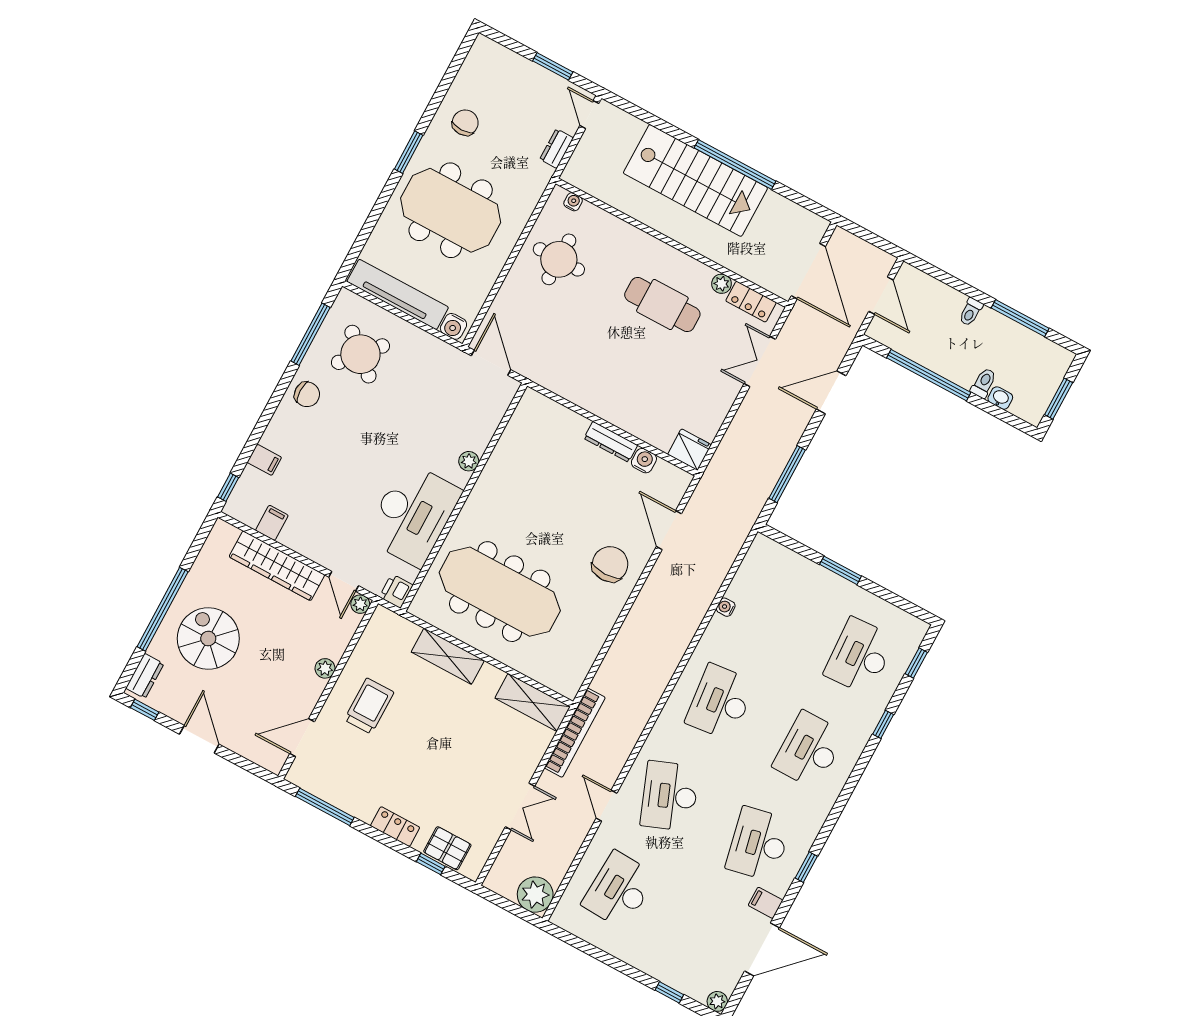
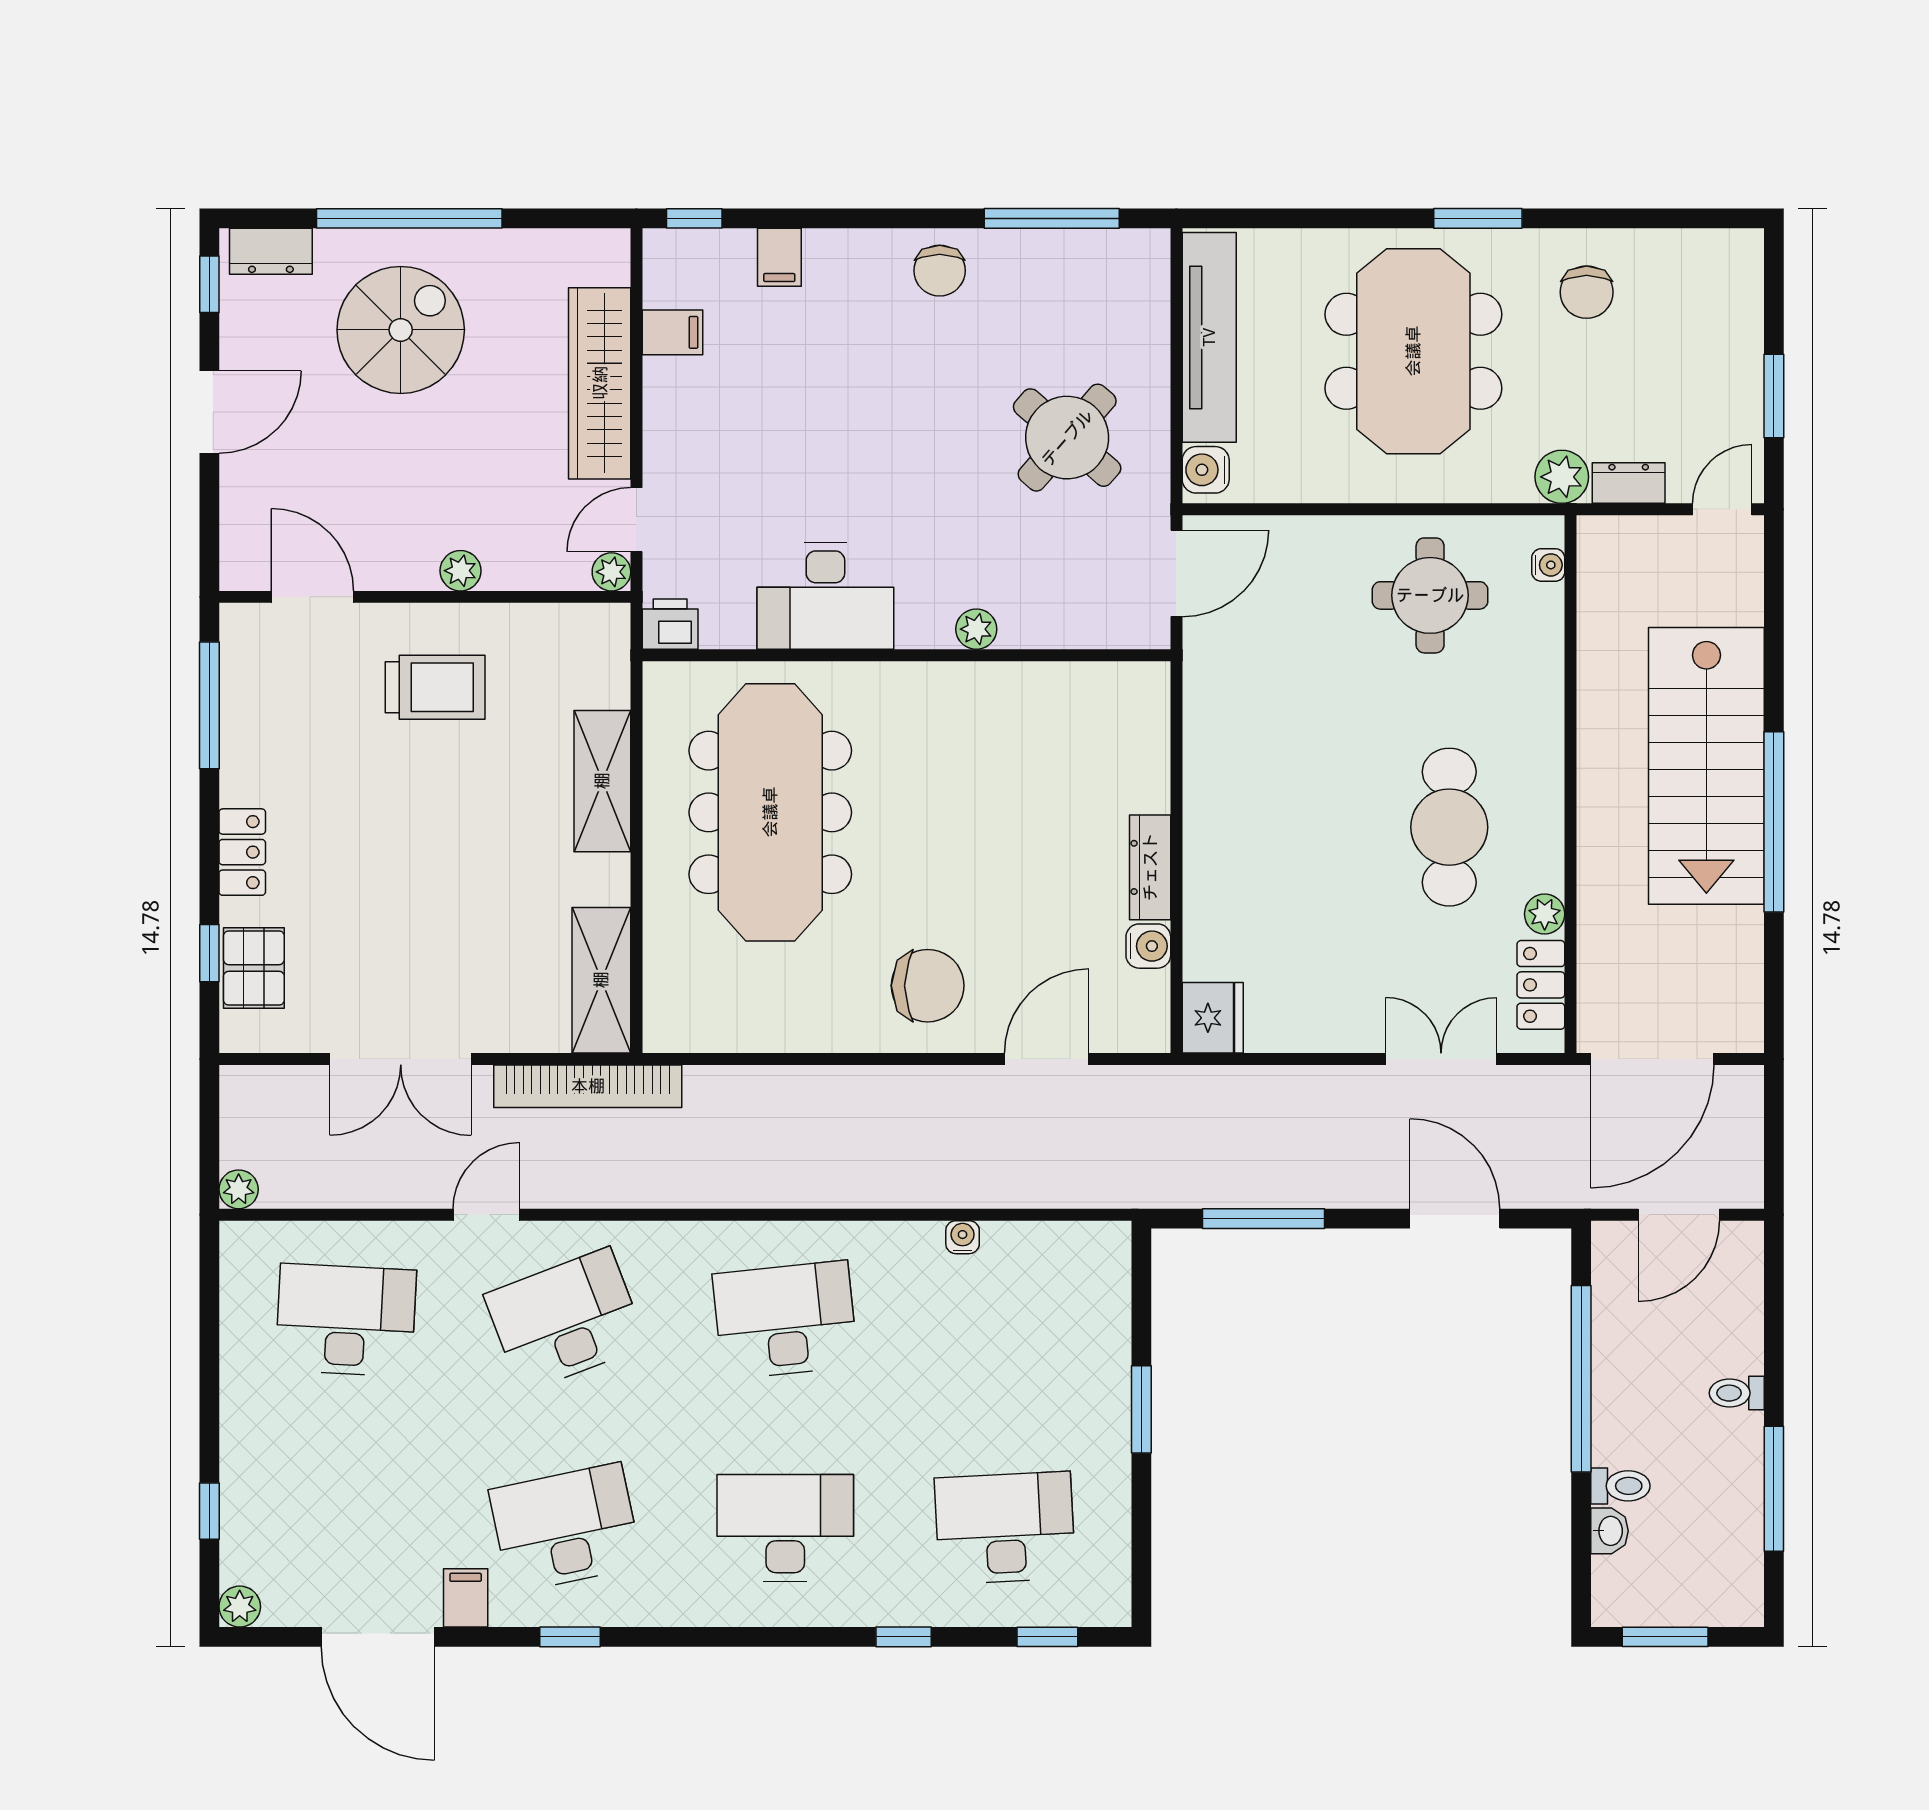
chair: (465, 123) -> (1587, 292), turned 90
plant: (538, 176) -> (1562, 477), added
round table: (360, 354) -> (1067, 438), moved
desk: (413, 514) -> (825, 596), width x0.73, depth x0.77
double door: (520, 807) -> (401, 1059), width x1.37
plant: (535, 895) -> (239, 1189), width x0.53, depth x0.53

